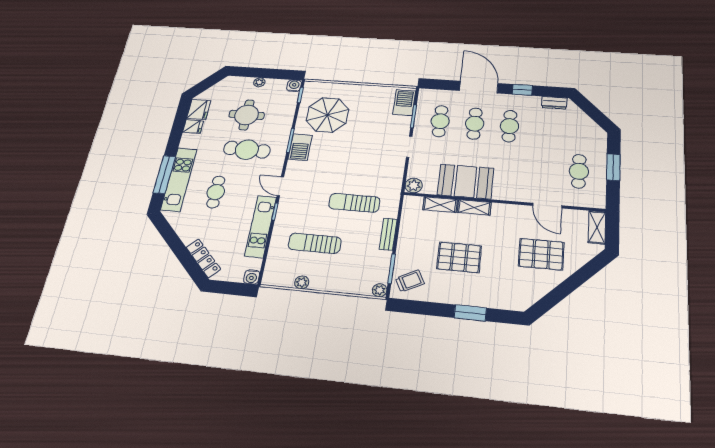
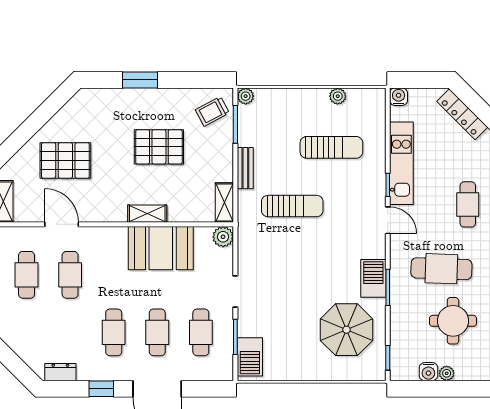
water cooler: (294, 86) -> (428, 372), moved
cafe table: (542, 168) -> (70, 275), added
shelving: (440, 205) -> (224, 203), moved, turned 90

